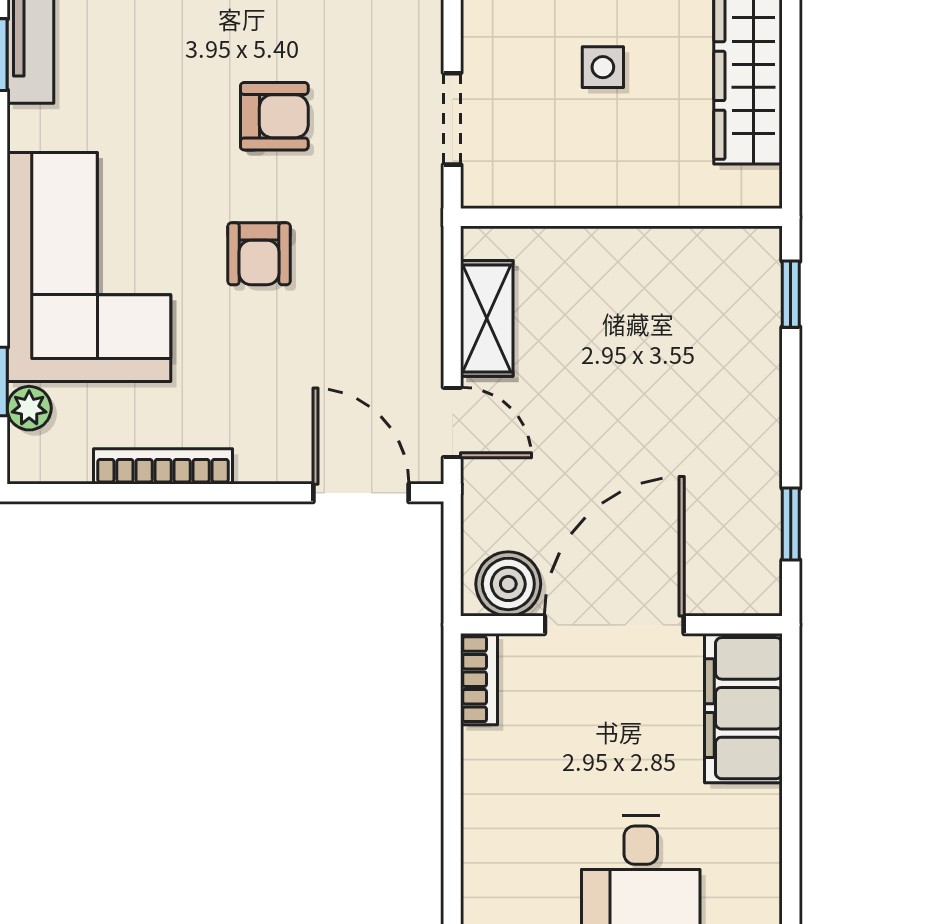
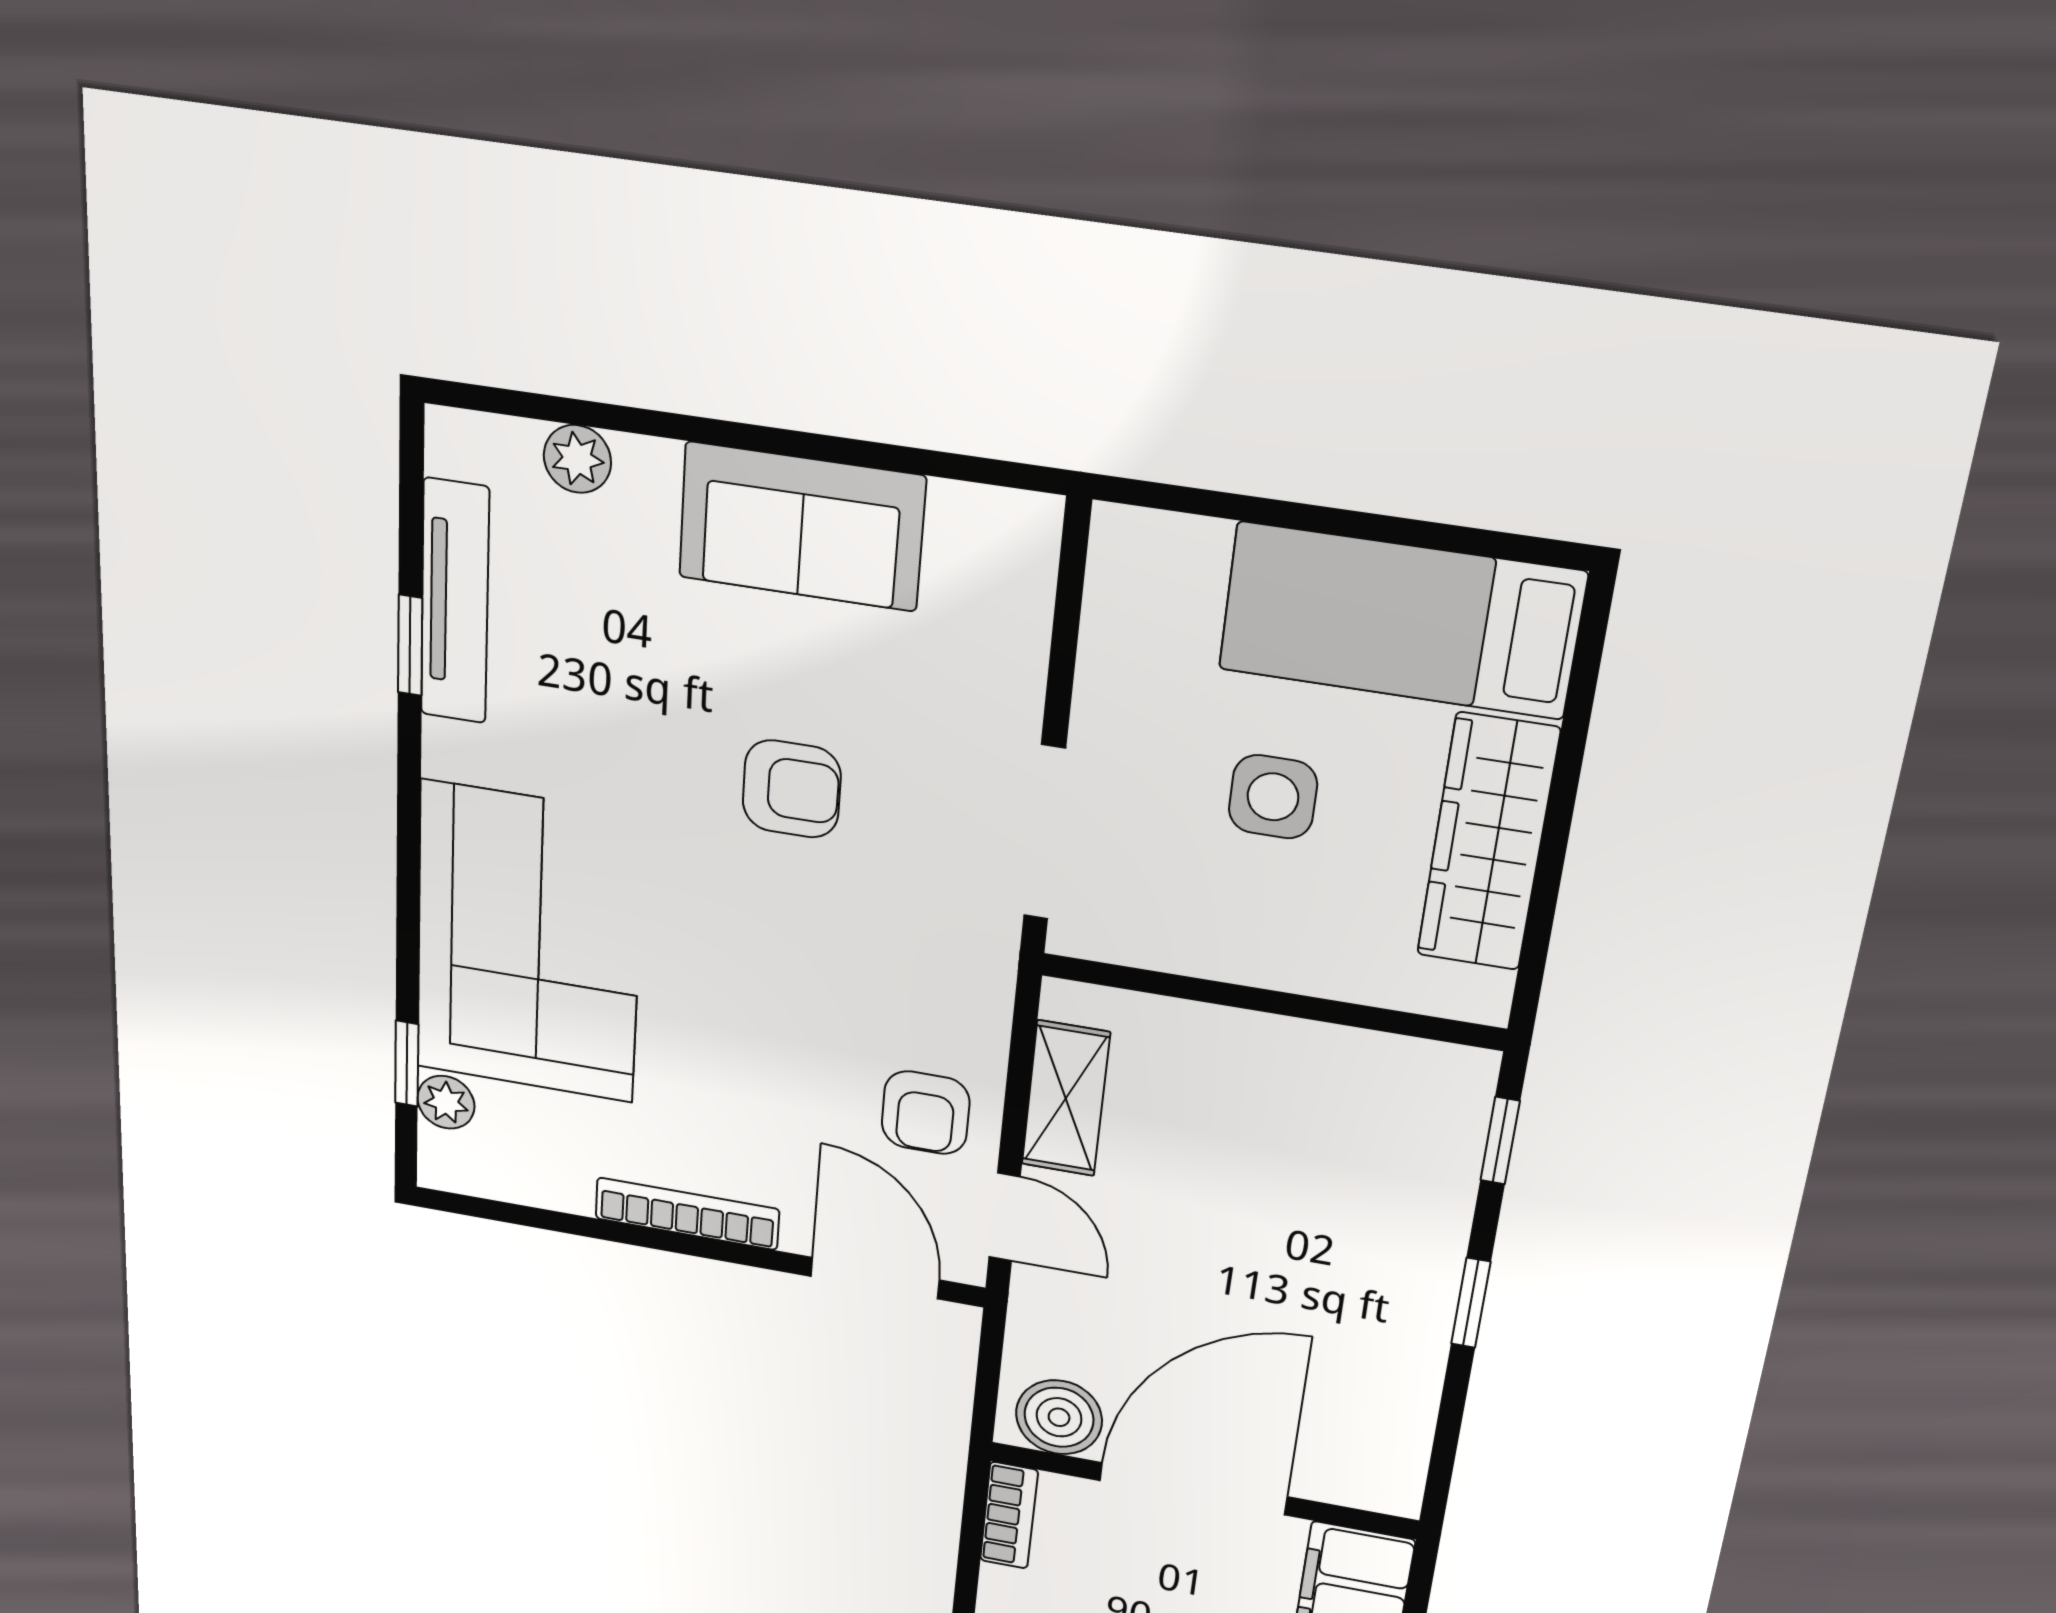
side table: (603, 67) -> (1273, 797), width x1.37, depth x1.37
doorway: (452, 119) -> (1044, 832), width x1.38
armchair: (259, 254) -> (926, 1113), moved
bookcase: (163, 466) -> (687, 1214), moved
window: (791, 524) -> (1471, 1303), moved

